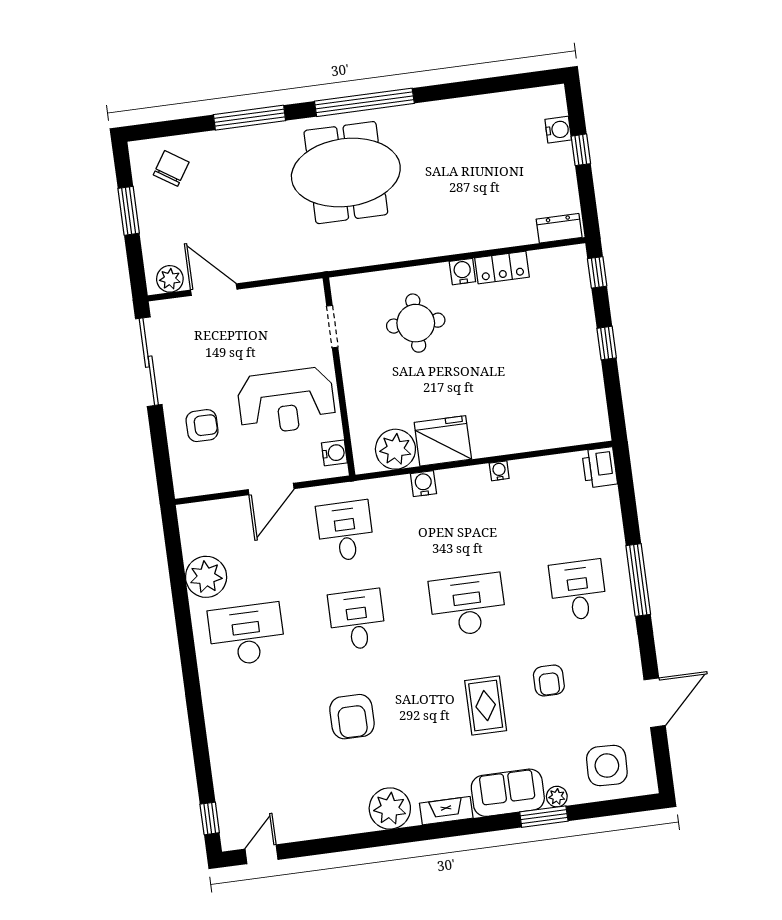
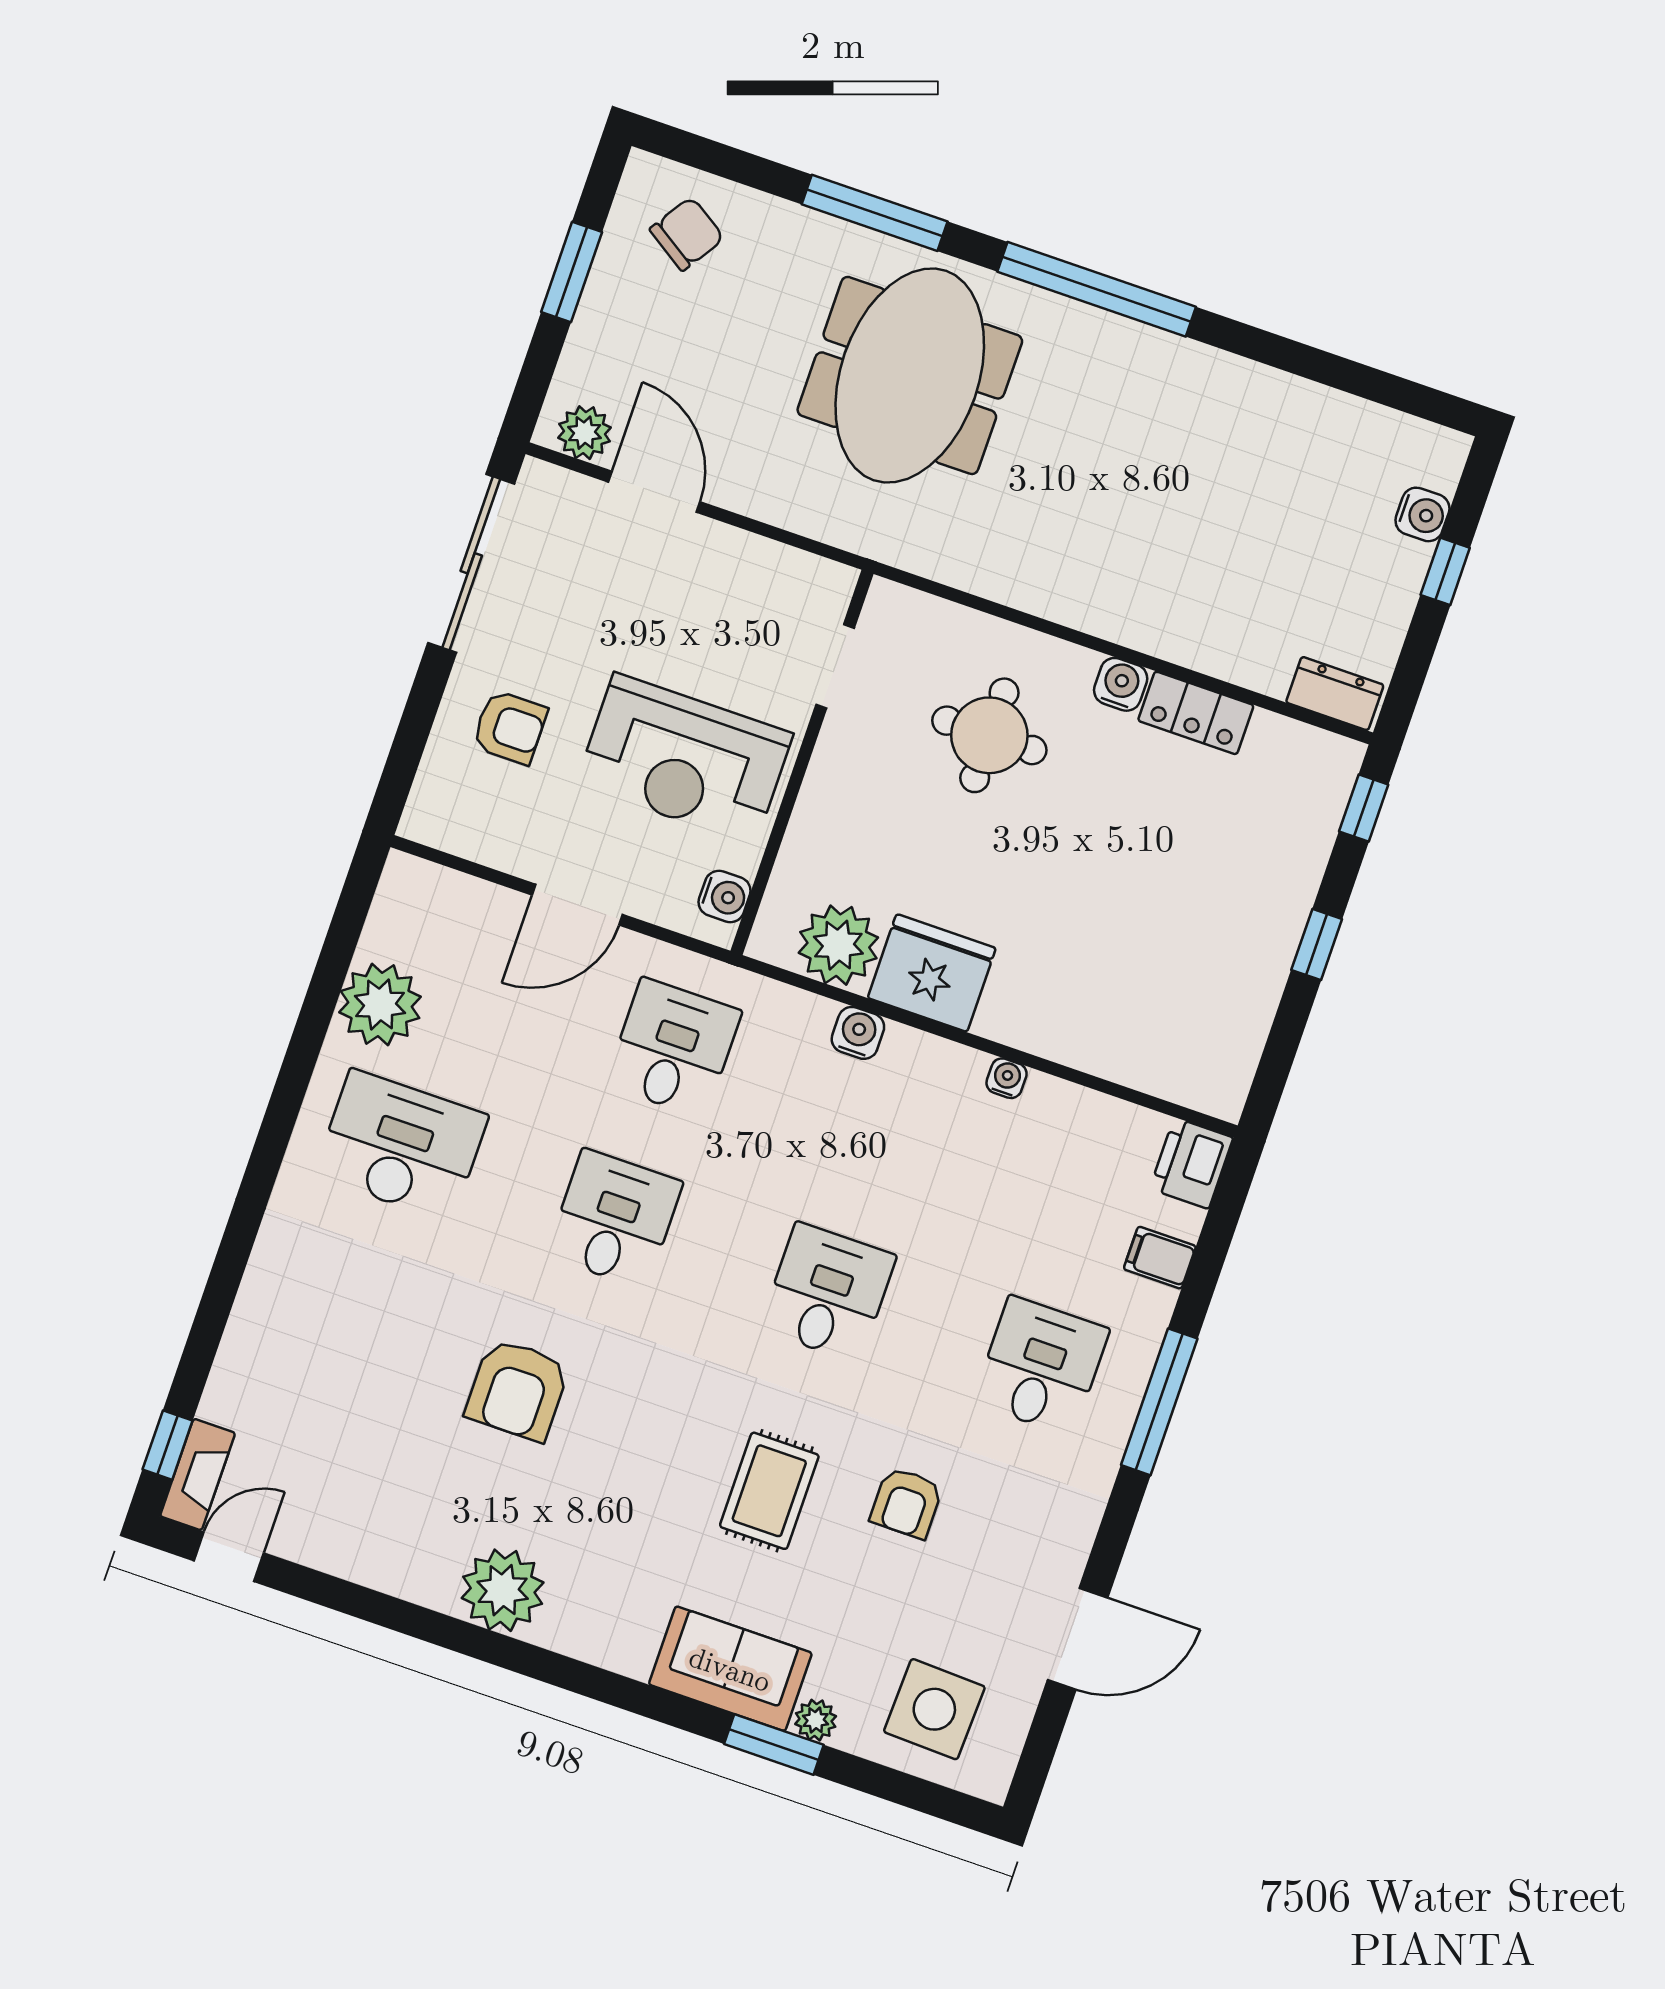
meeting table: (346, 173) -> (910, 375), moved, turned 90
filing cabinet: (607, 516) -> (1160, 1258), added
desk: (468, 605) -> (828, 1292), width x0.73
fireplace: (446, 811) -> (198, 1474), moved, turned 90

